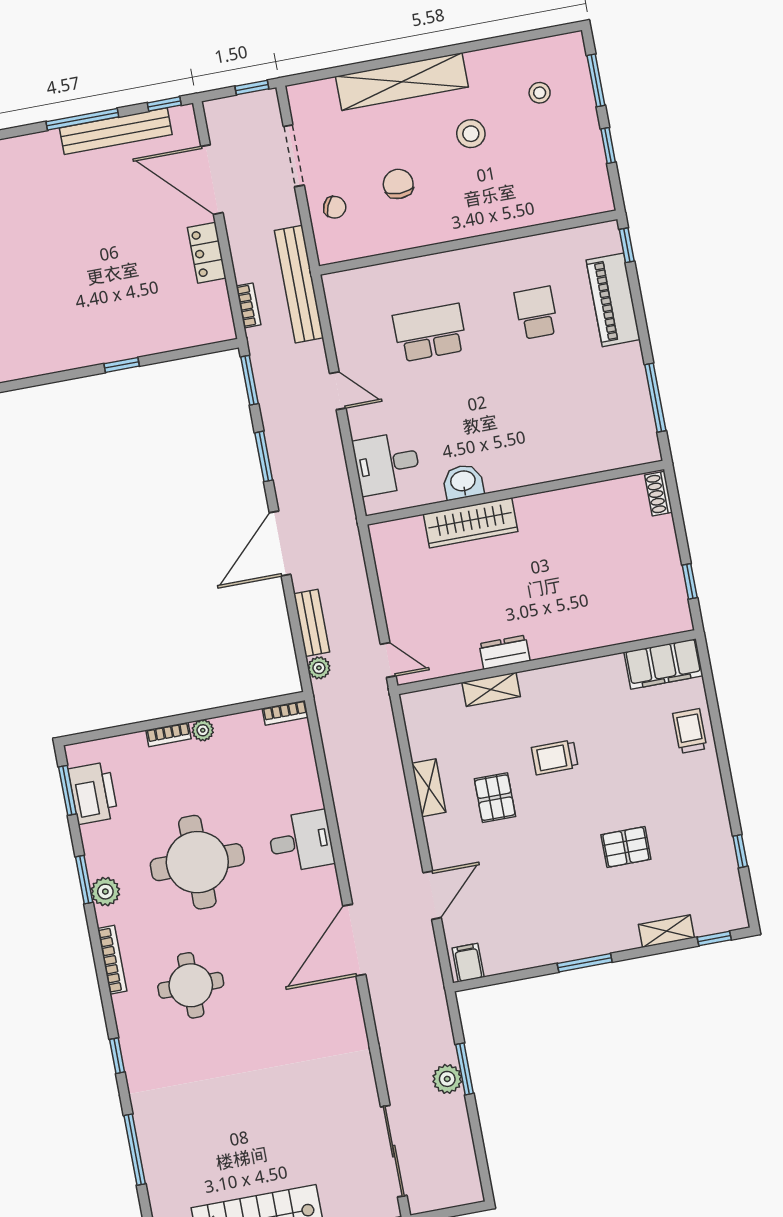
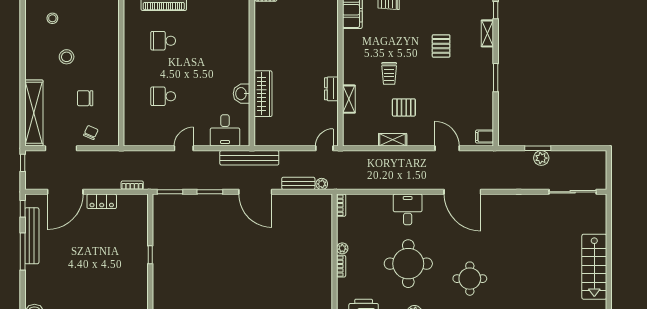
shelving: (402, 82) -> (34, 113), moved
bench: (299, 284) -> (249, 158), moved
school desk: (430, 333) -> (163, 96), width x0.54

